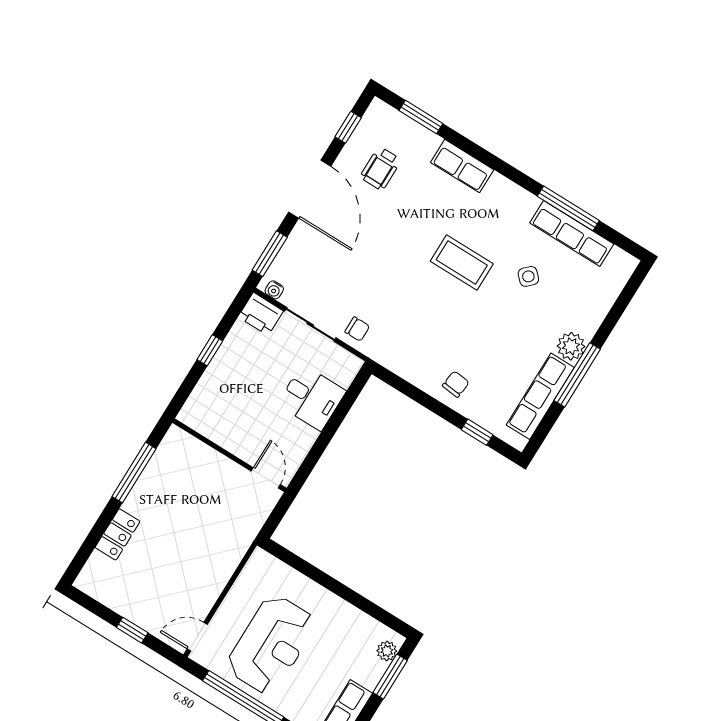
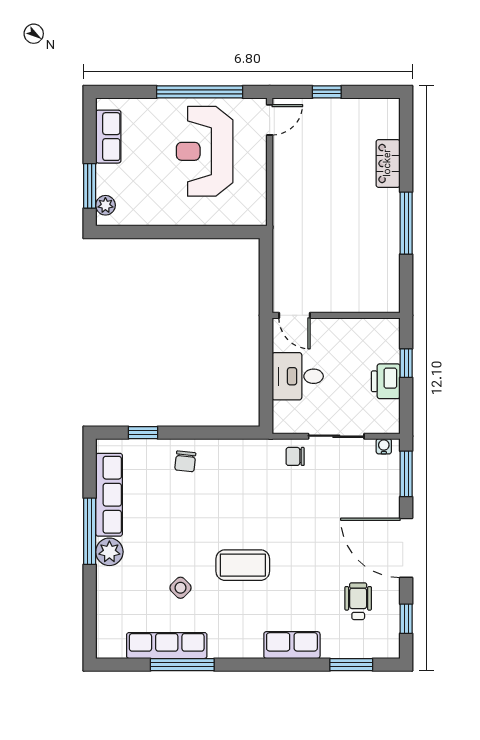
printer: (261, 314) -> (386, 381), moved, turned -90
wall: (229, 455) -> (336, 315), moved
door: (266, 478) -> (294, 315), moved

